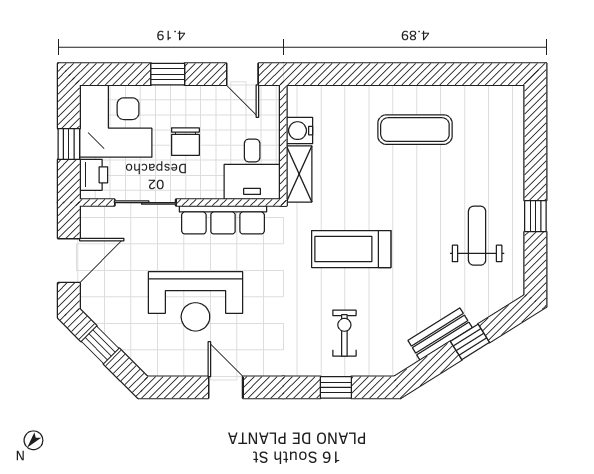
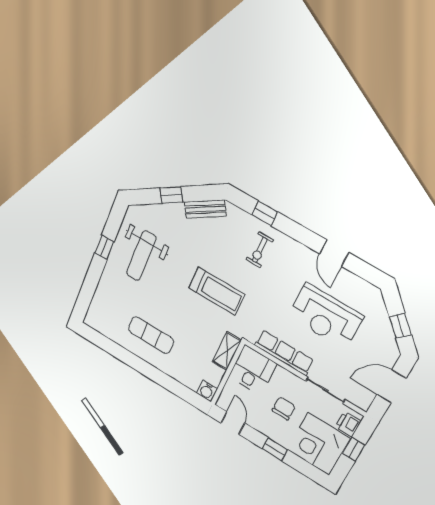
water cooler: (300, 131) -> (207, 391), moved, turned 90
weight bench: (477, 236) -> (141, 256), width x1.36, depth x1.33
reception desk: (195, 301) -> (325, 316), turned 180
exercise bike: (344, 333) -> (260, 250), moved
bench: (440, 334) -> (205, 209), moved

